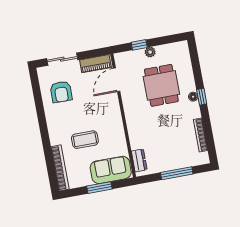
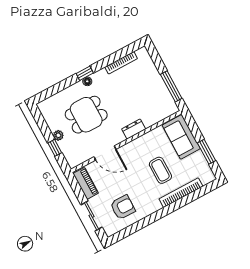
door: (117, 80) -> (105, 153), moved
dresser: (139, 160) -> (134, 129), moved
bookcase: (60, 168) -> (181, 193), moved
window: (177, 173) -> (171, 86), moved
window: (99, 188) -> (206, 152), moved

